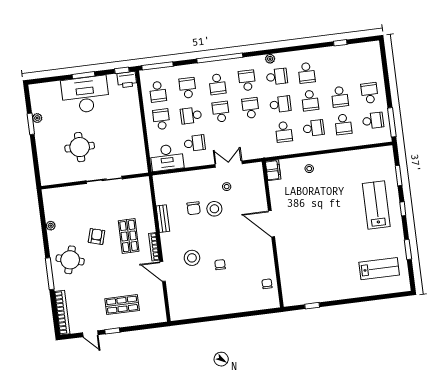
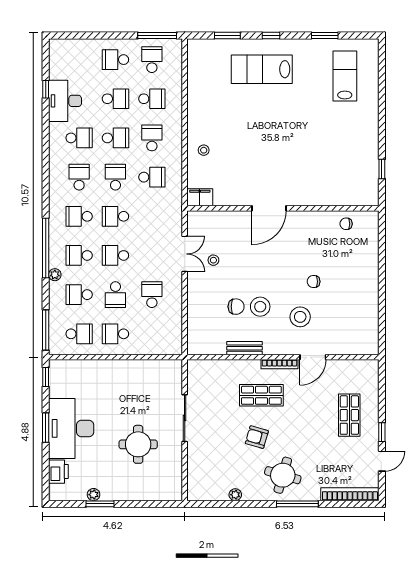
plant: (270, 59) -> (55, 275), moved
printer: (127, 80) -> (58, 472), moved
school desk: (217, 84) -> (79, 255), turned 180
desk: (167, 158) -> (65, 101), moved, turned 180
double door: (229, 164) -> (185, 254), swing flipped
stool: (214, 209) -> (260, 307), moved

